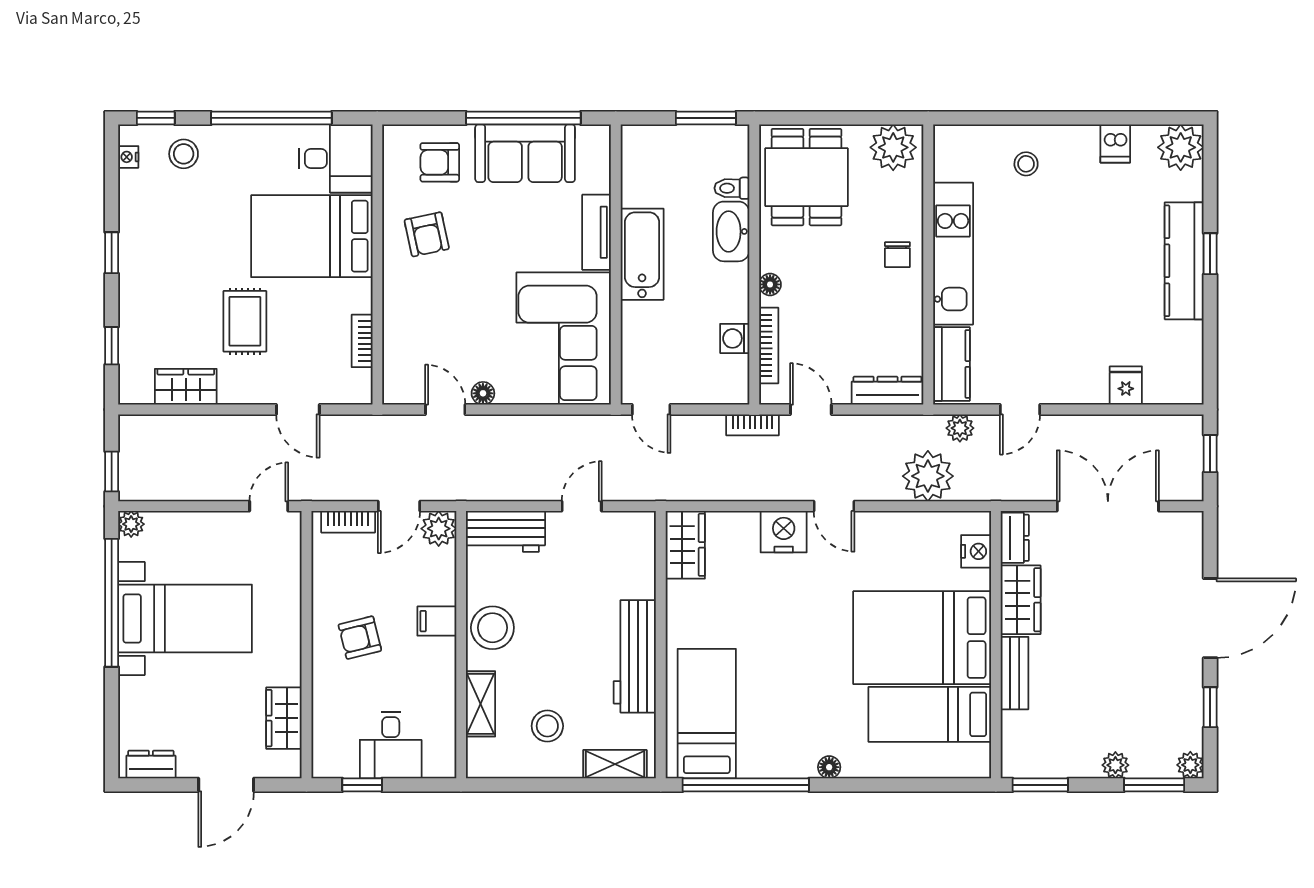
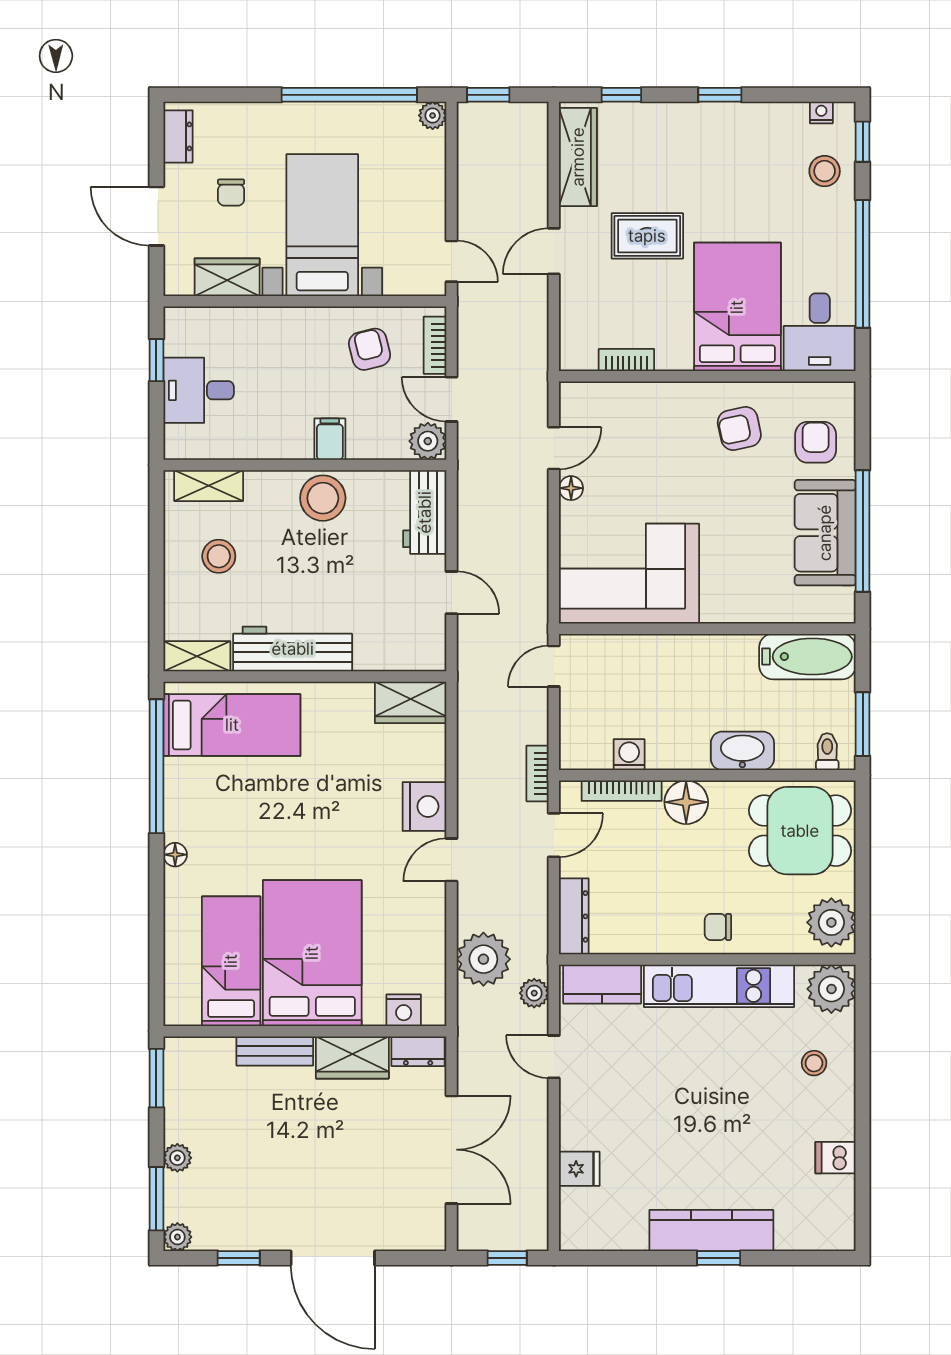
plant: (1181, 147) -> (831, 989), moved
toilet: (732, 188) -> (827, 752), moved
tv unit: (597, 232) -> (742, 608), removed
bathtub: (642, 254) -> (807, 657), moved
floor lamp: (770, 284) -> (686, 802), width x1.89, depth x1.89
wardrobe: (186, 387) -> (578, 157), width x1.50
door: (298, 410) -> (554, 251), moved
bed with nightstands: (185, 618) -> (322, 225), moved, turned 180
armchair: (360, 638) -> (370, 349), moved
shelving: (481, 704) -> (209, 486), moved
chair: (204, 714) -> (231, 192), added
shelving: (615, 764) -> (197, 656), moved, turned 90

